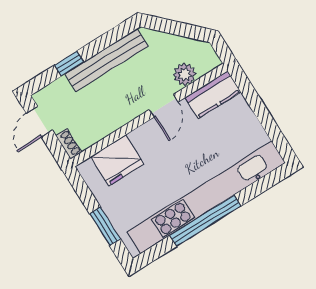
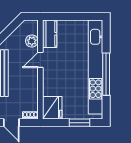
door: (164, 106) -> (40, 60), swing flipped
fridge: (117, 161) -> (52, 108), moved

